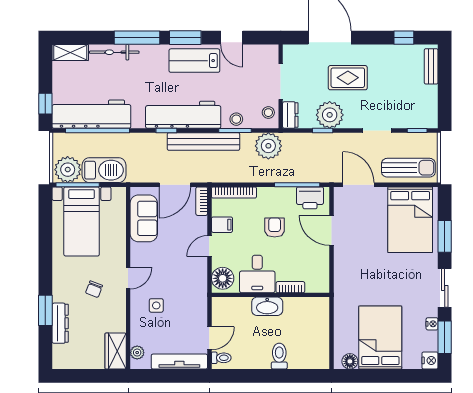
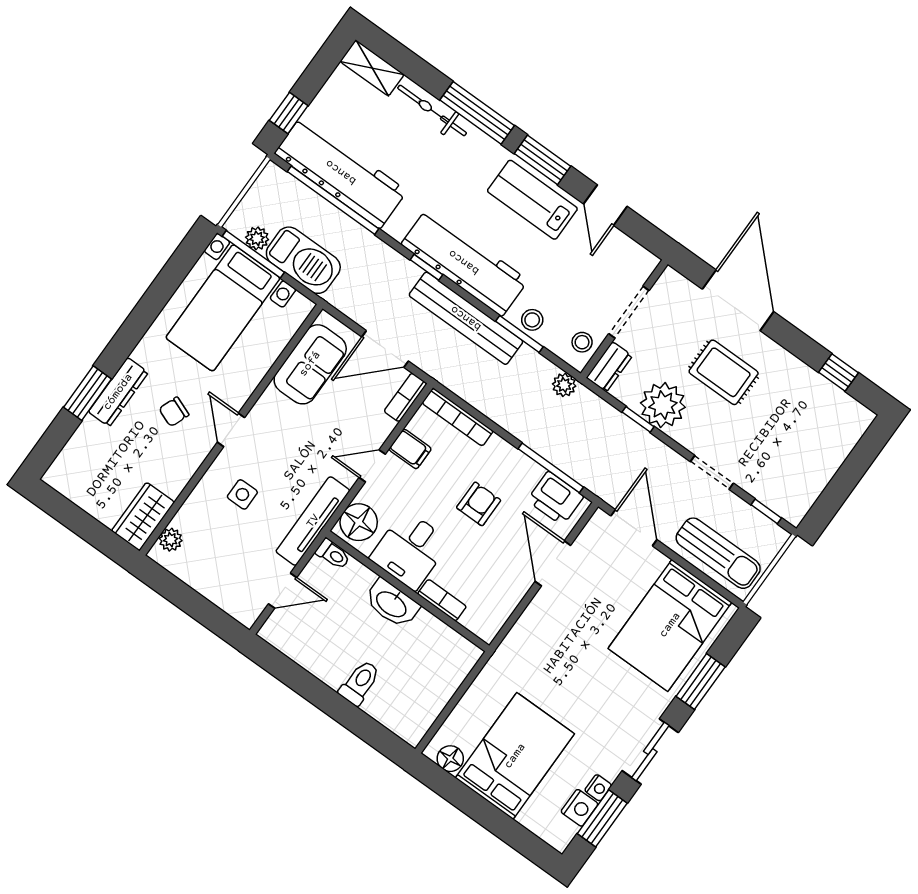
bench: (431, 66) -> (848, 438), removed
plant: (268, 146) -> (564, 385), width x0.53, depth x0.53
plant: (68, 170) -> (257, 238), width x0.53, depth x0.53
door: (128, 278) -> (231, 430), swing flipped
dresser: (60, 323) -> (118, 392), moved
toilet: (221, 358) -> (333, 554), moved
nightstand: (430, 360) -> (580, 808), moved
tv unit: (179, 362) -> (313, 521), moved, turned -90

